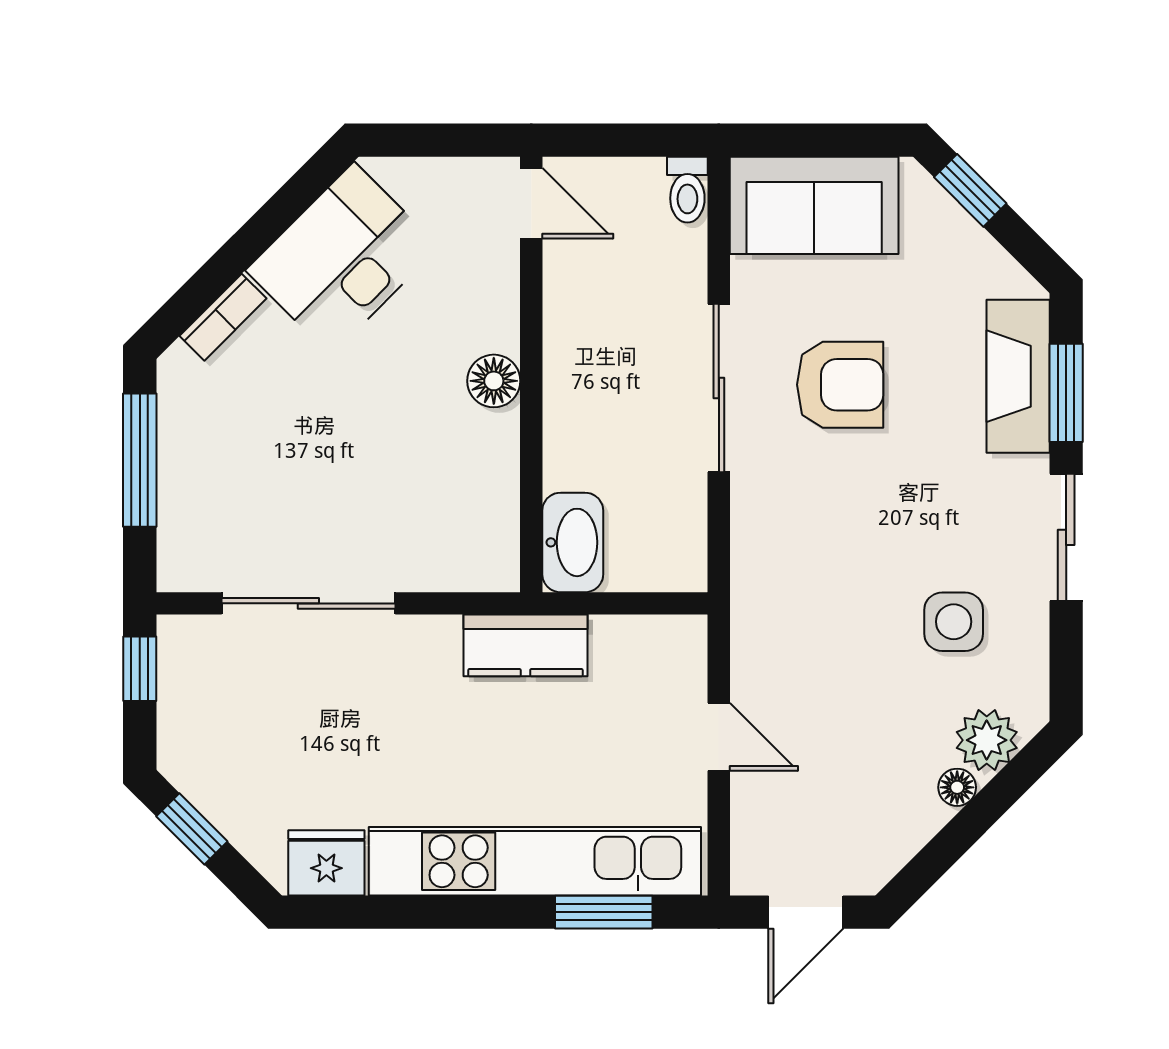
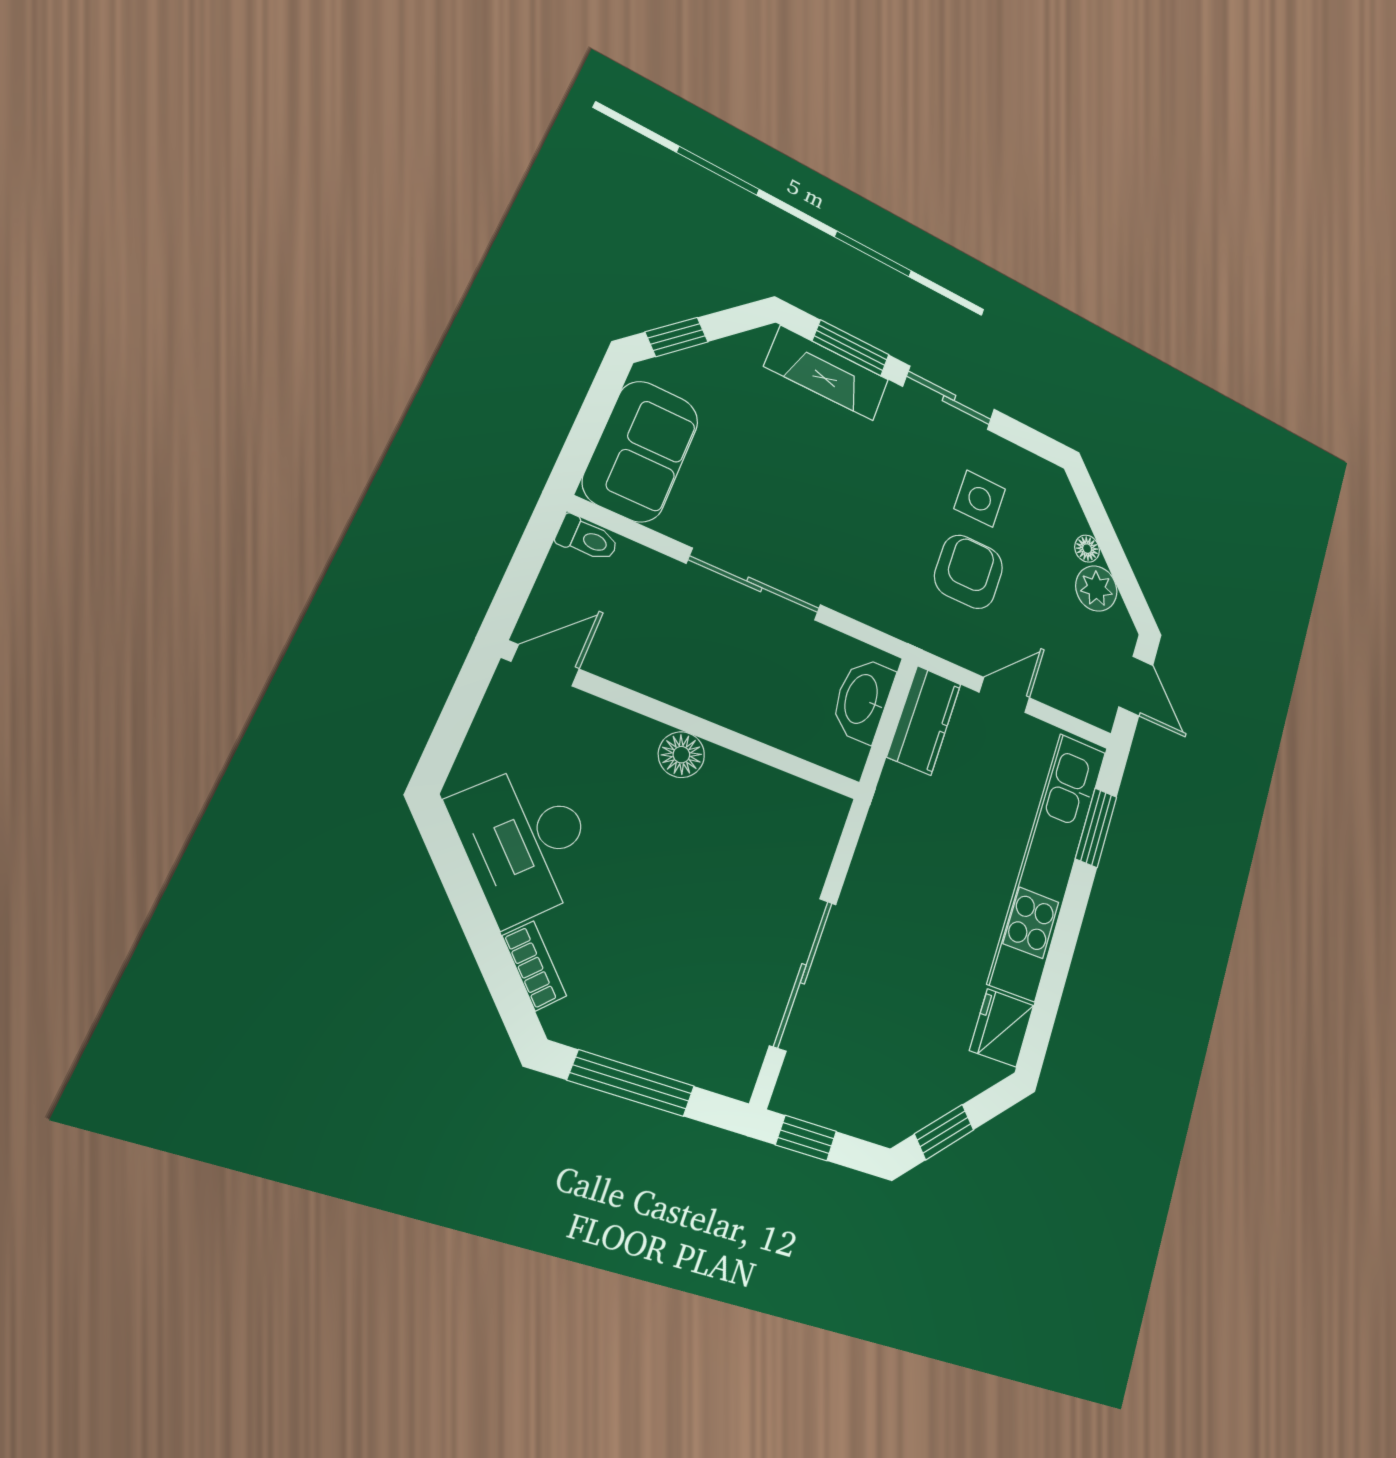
armchair: (840, 385) -> (969, 572), moved
washbasin: (573, 542) -> (862, 699), moved, turned -90
kitchen counter: (525, 645) -> (924, 720), moved
plant: (987, 740) -> (1096, 588), moved

